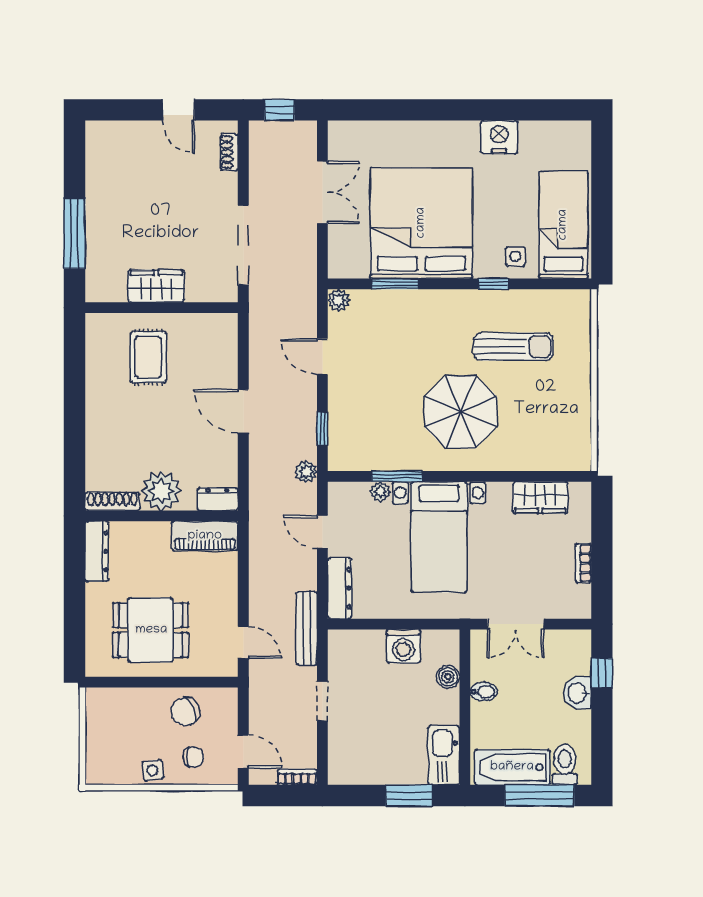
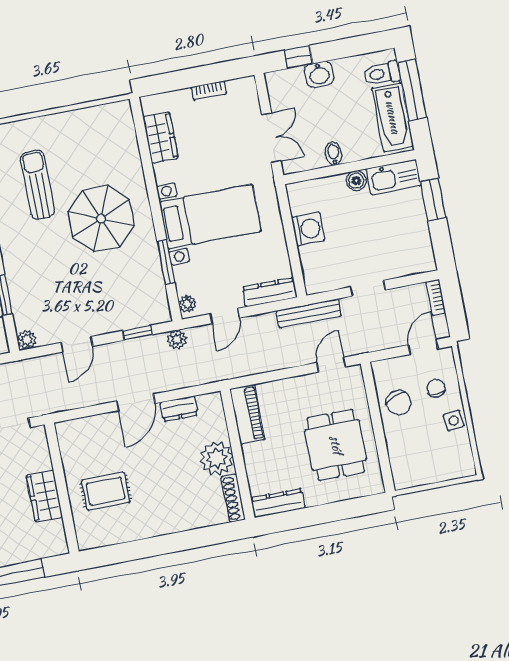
plant: (380, 492) -> (187, 304), moved
dresser: (218, 499) -> (179, 409), moved, turned -90
boiler: (448, 677) -> (356, 181), moved

